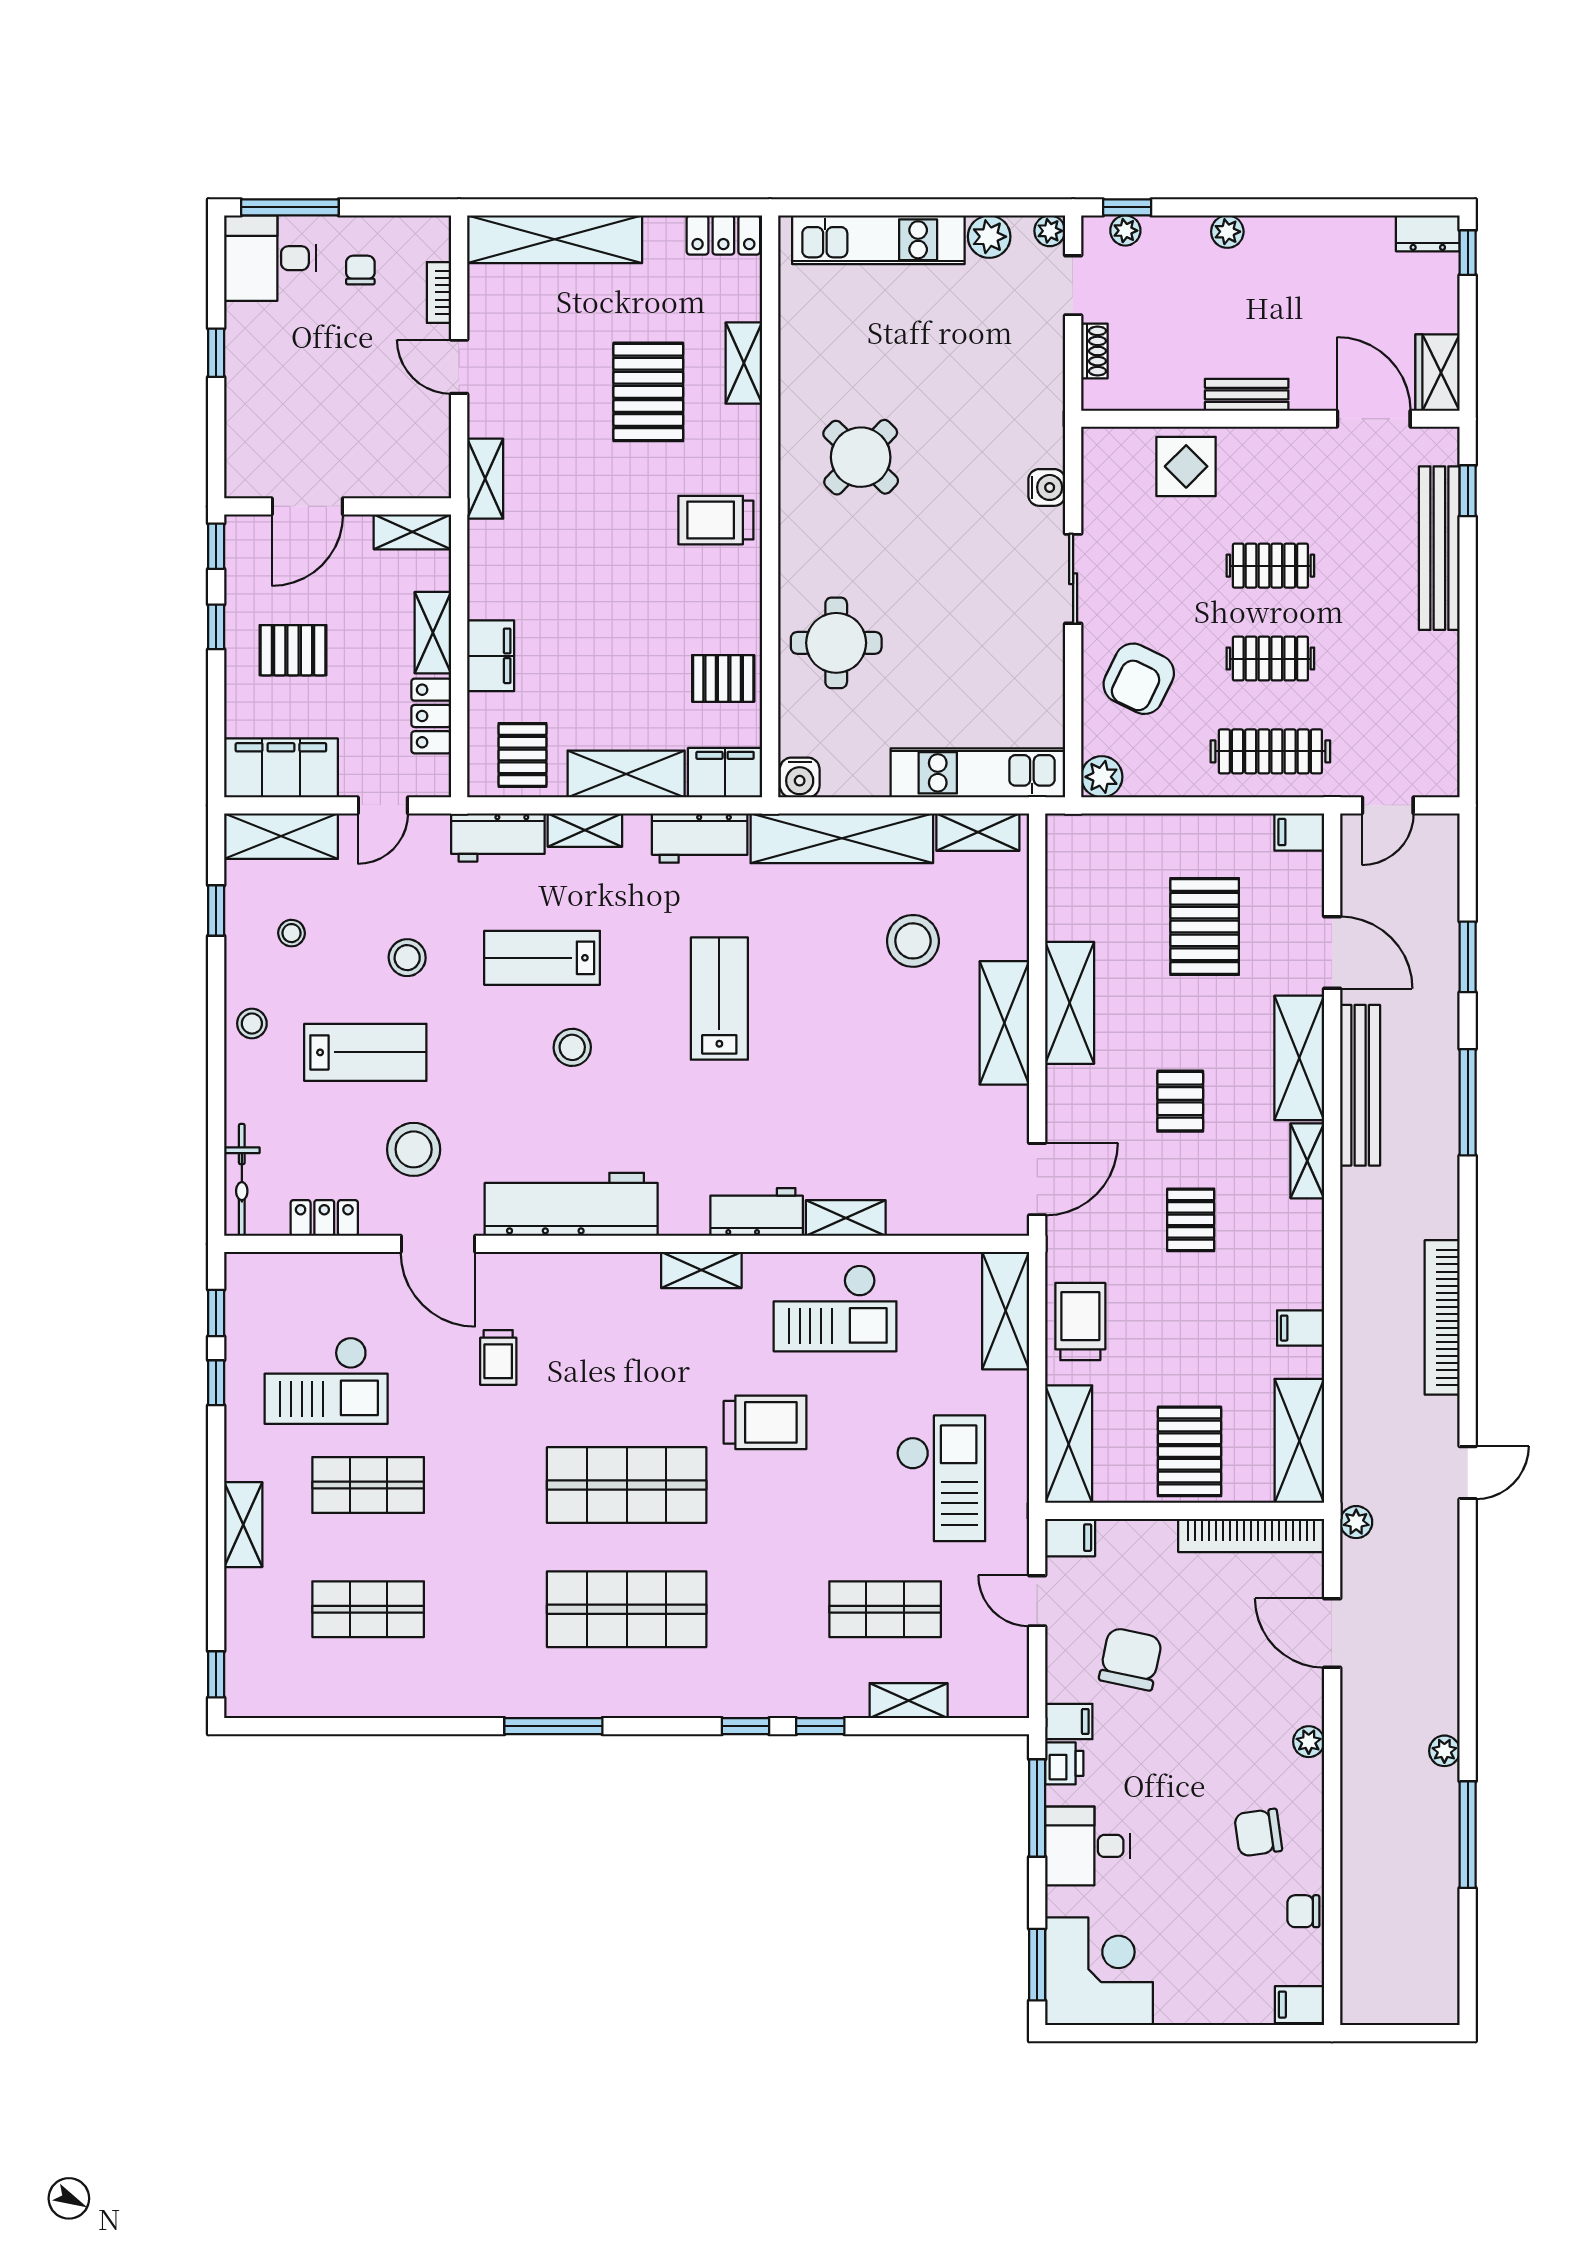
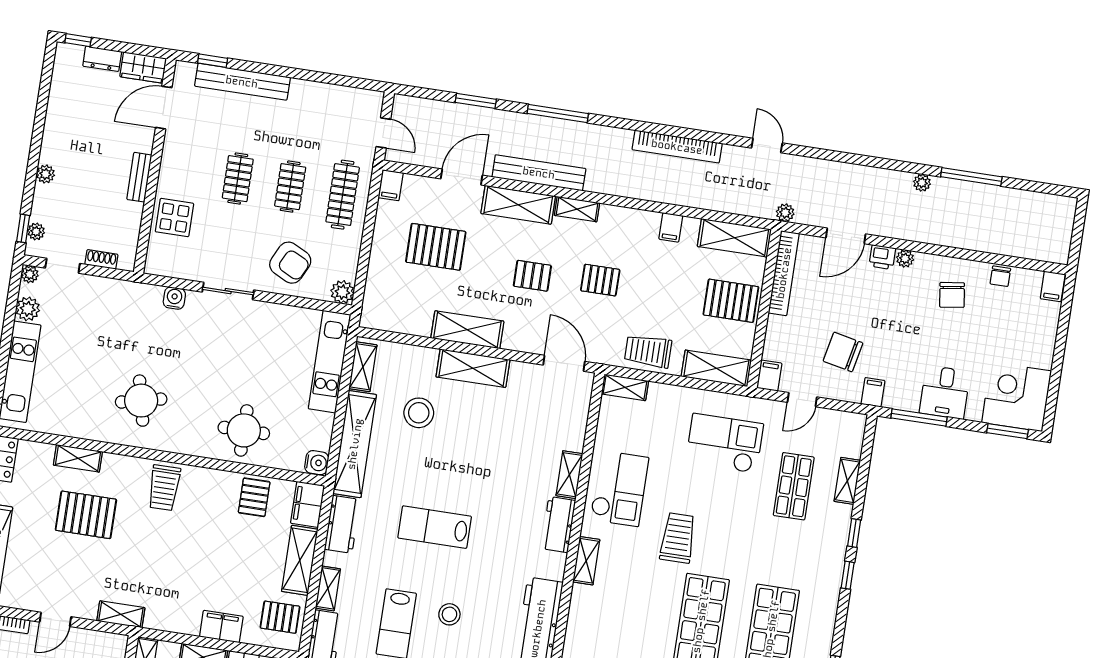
dresser: (1428, 233) -> (102, 59), moved, turned 90
round table: (861, 457) -> (141, 401), turned 33
shelving: (1006, 1311) -> (625, 387), width x0.67, depth x0.75
printer: (1064, 1763) -> (882, 257), moved, turned 180

